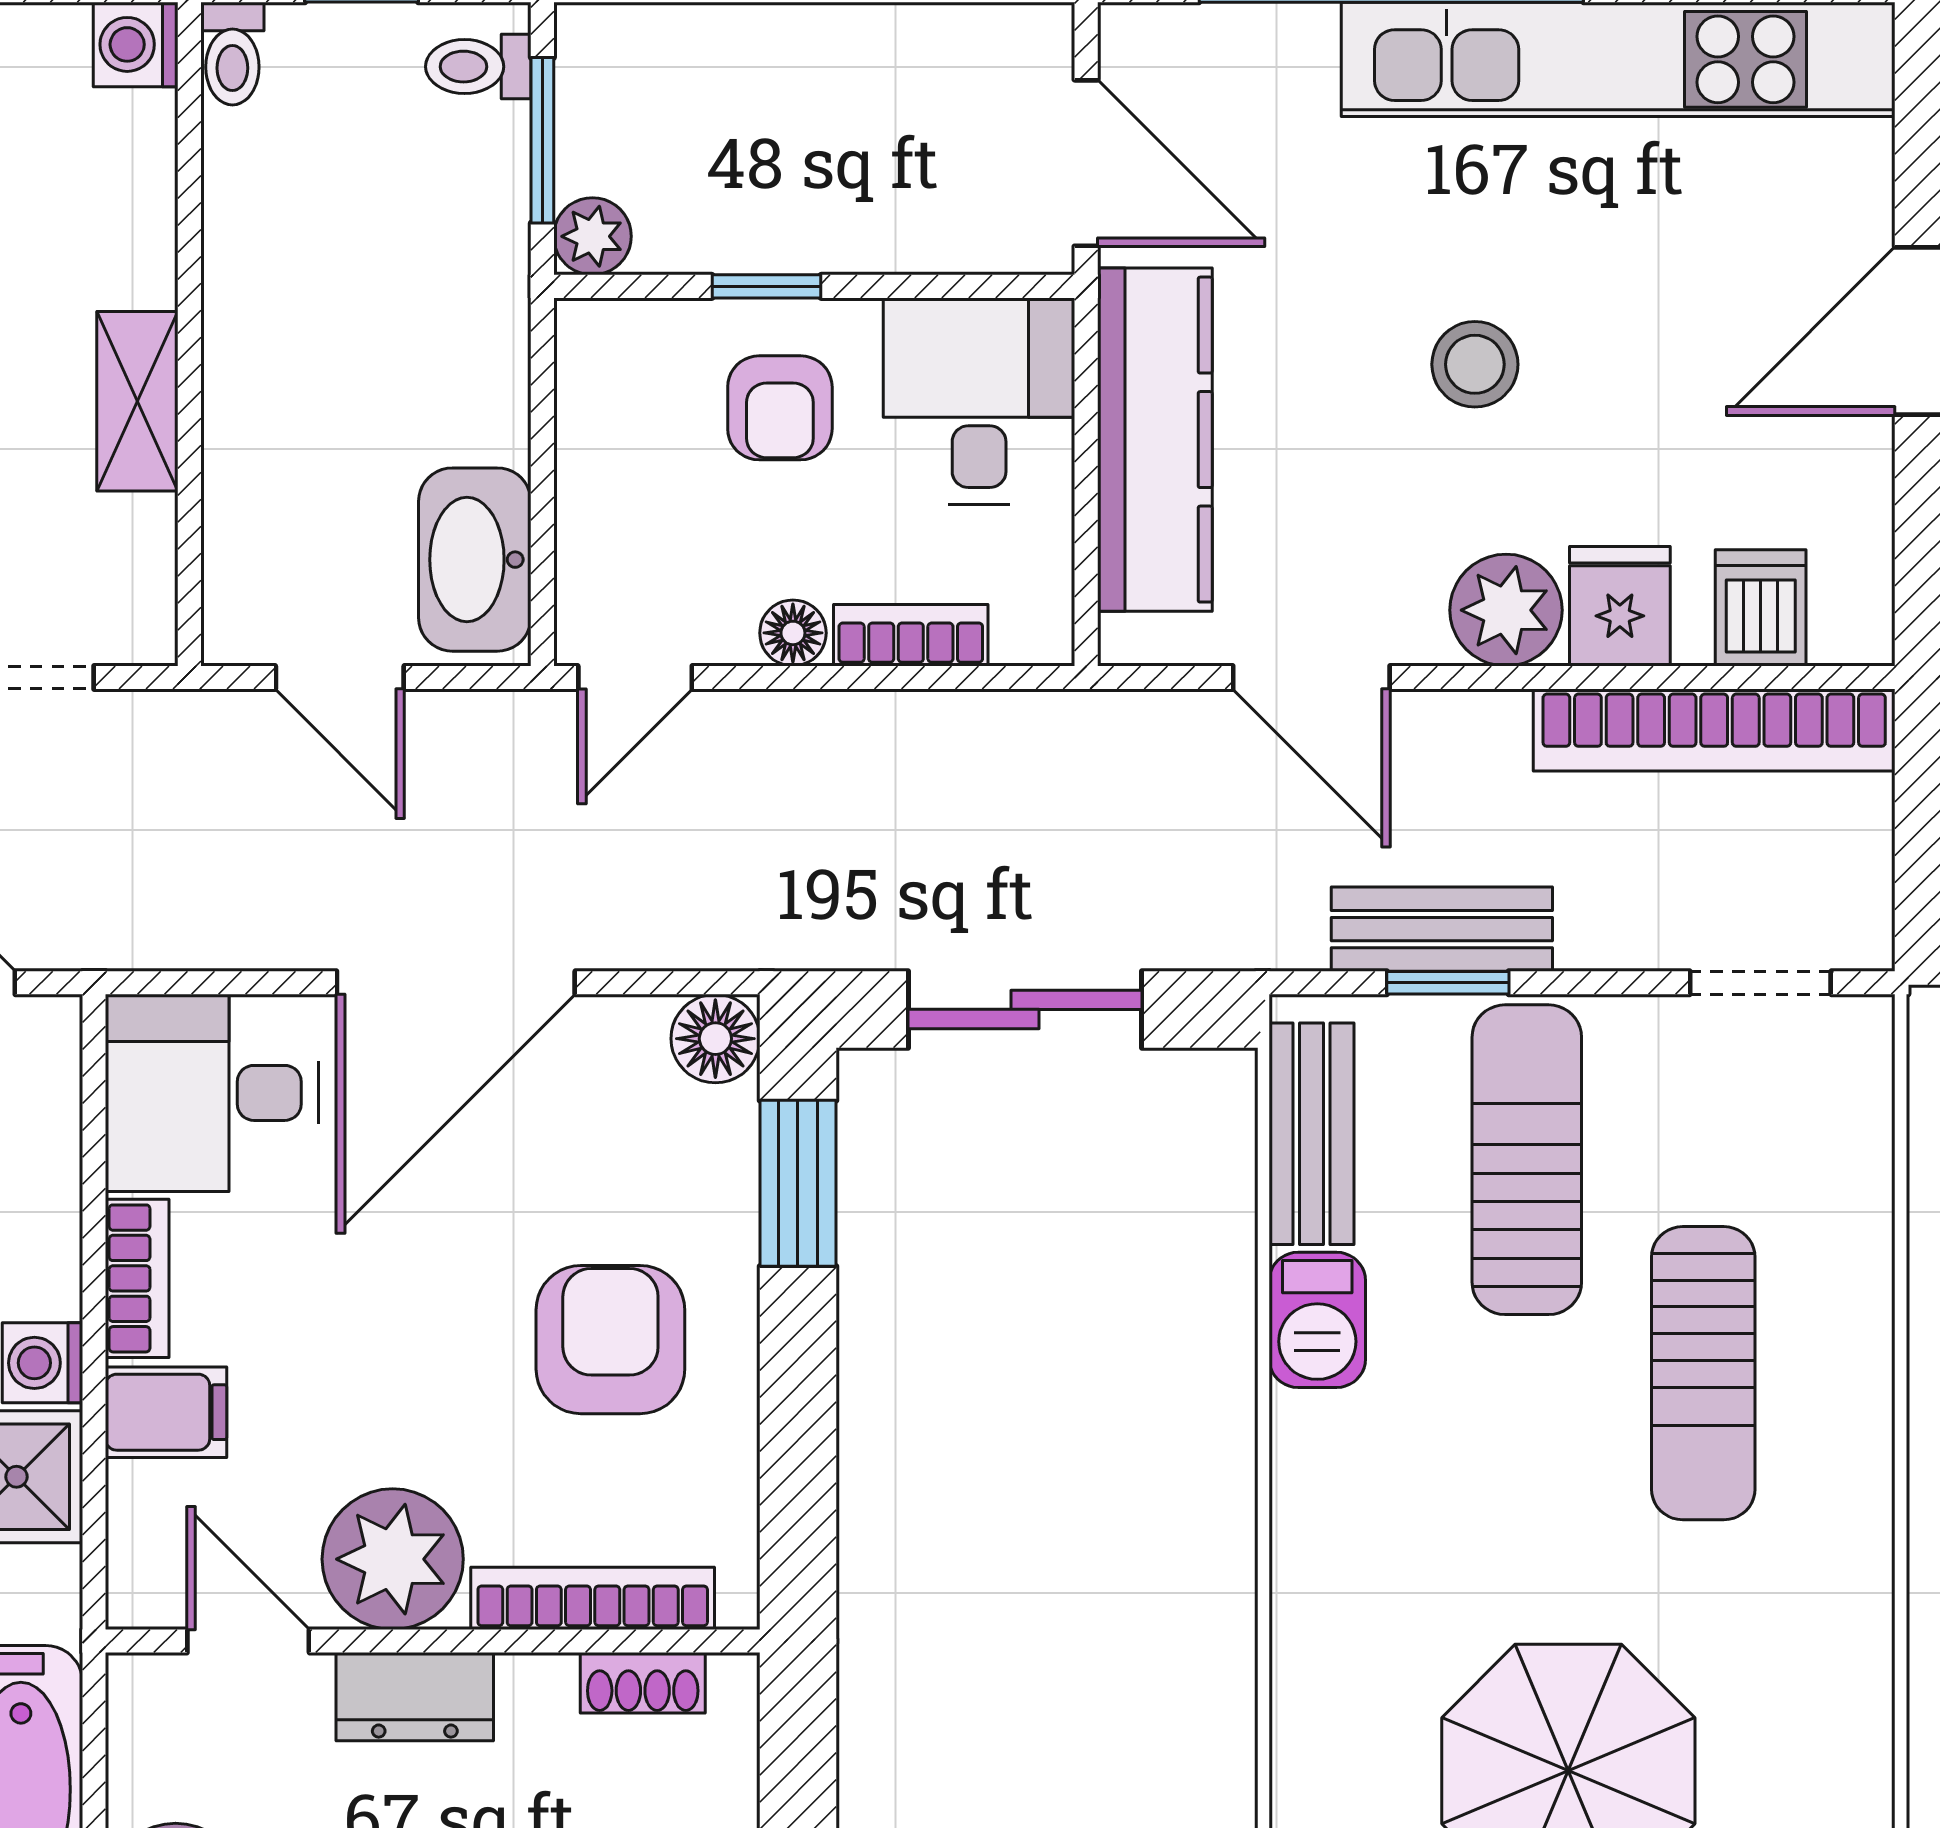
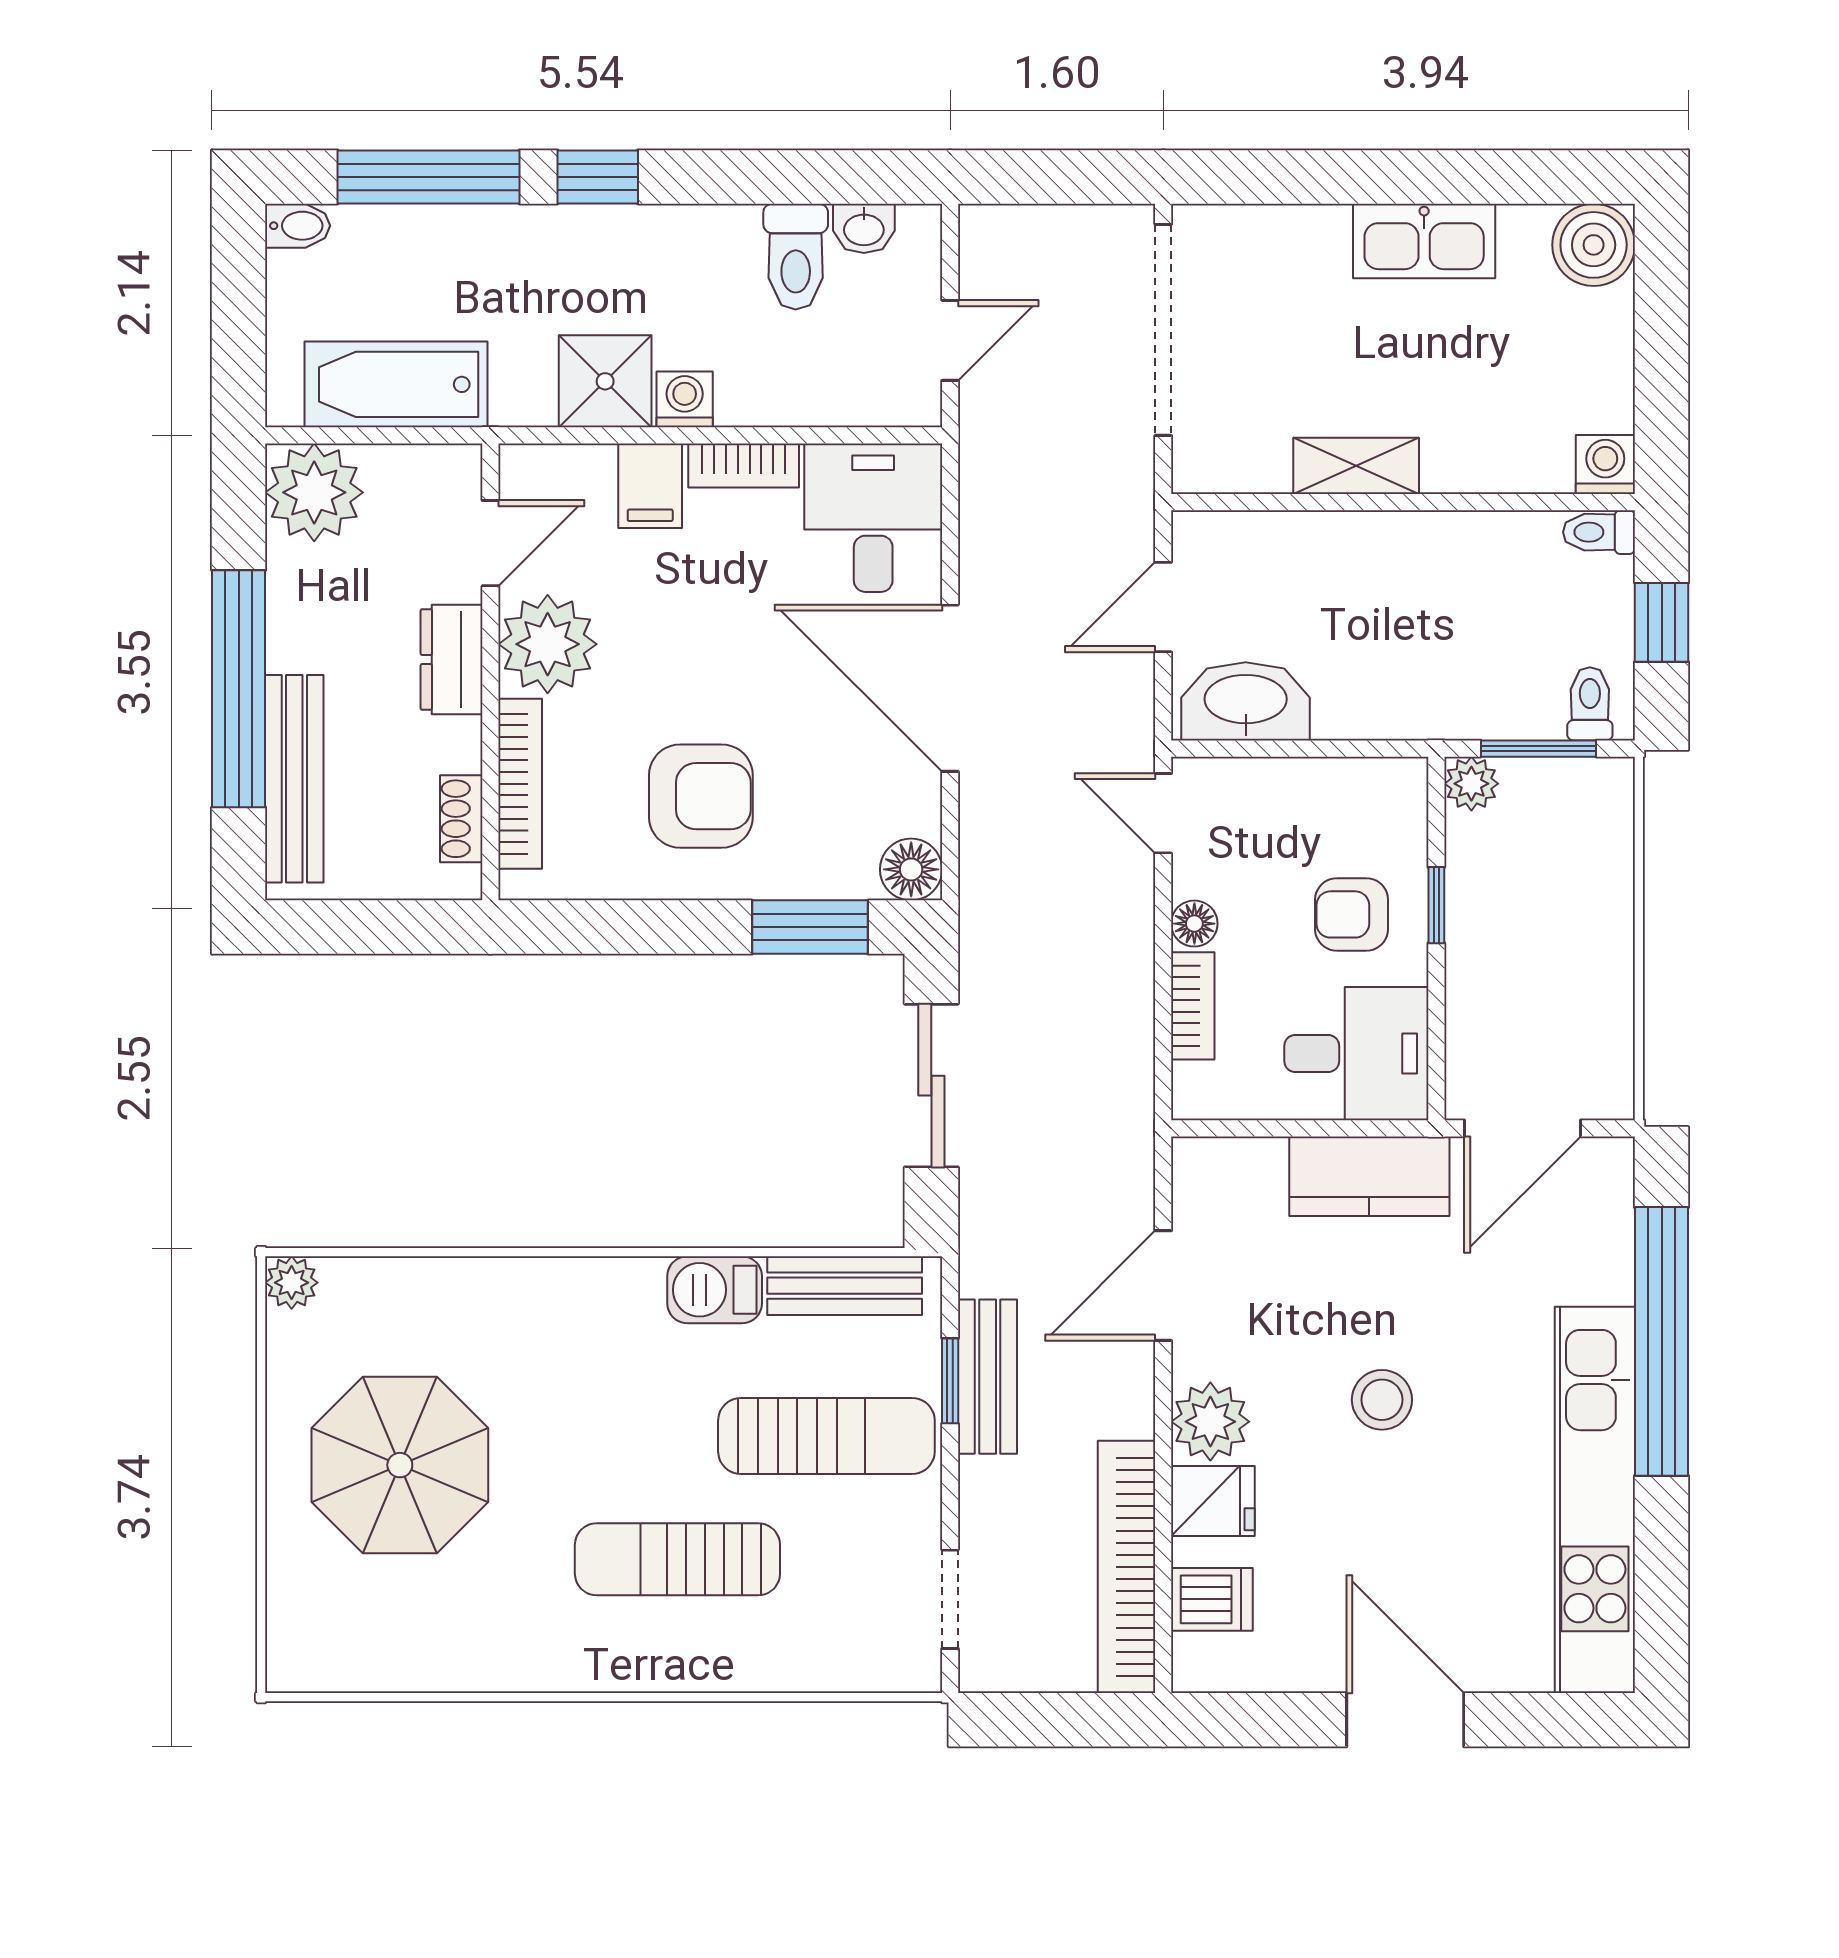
kitchen counter: (1155, 440) -> (1369, 1176), width x0.67

